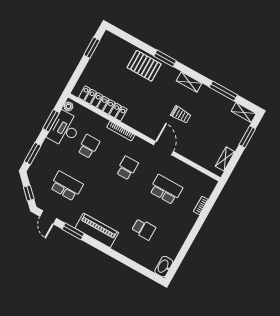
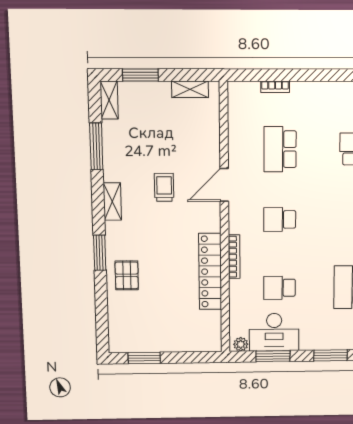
pallet: (144, 66) -> (127, 275), width x0.67, depth x0.71
locker: (103, 103) -> (210, 272), moved

